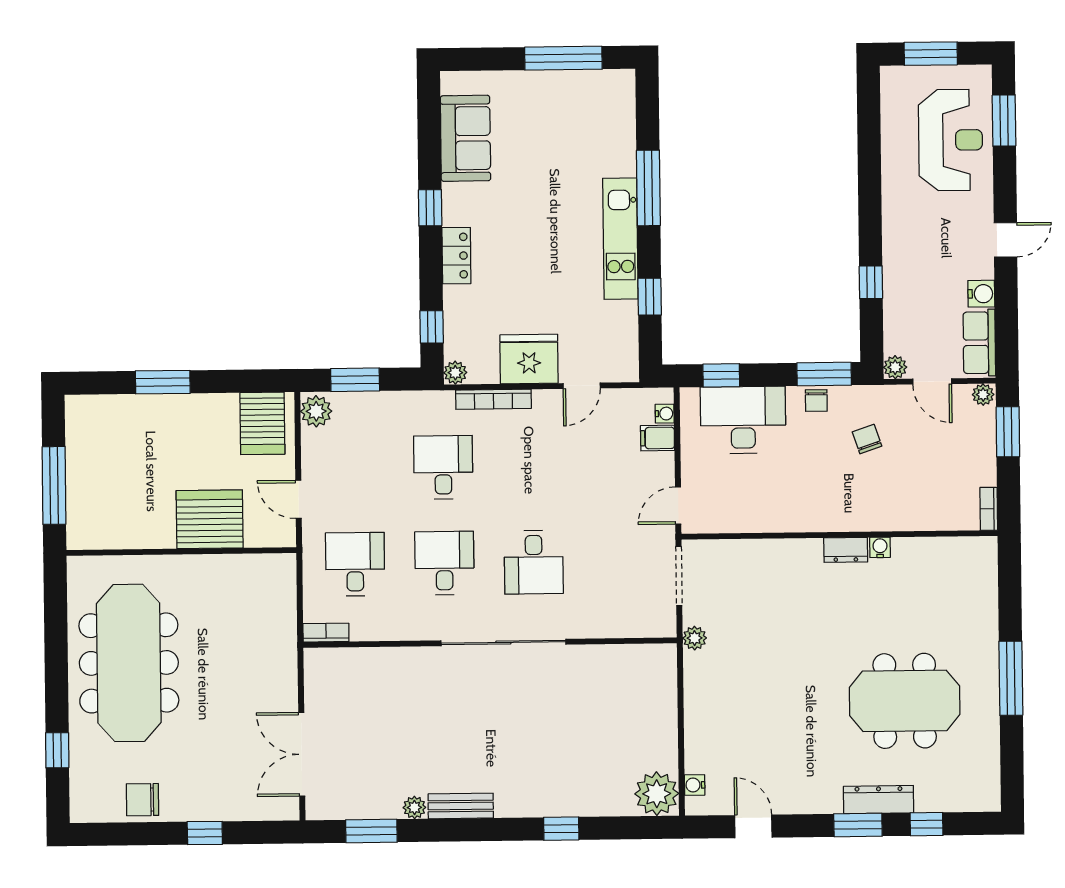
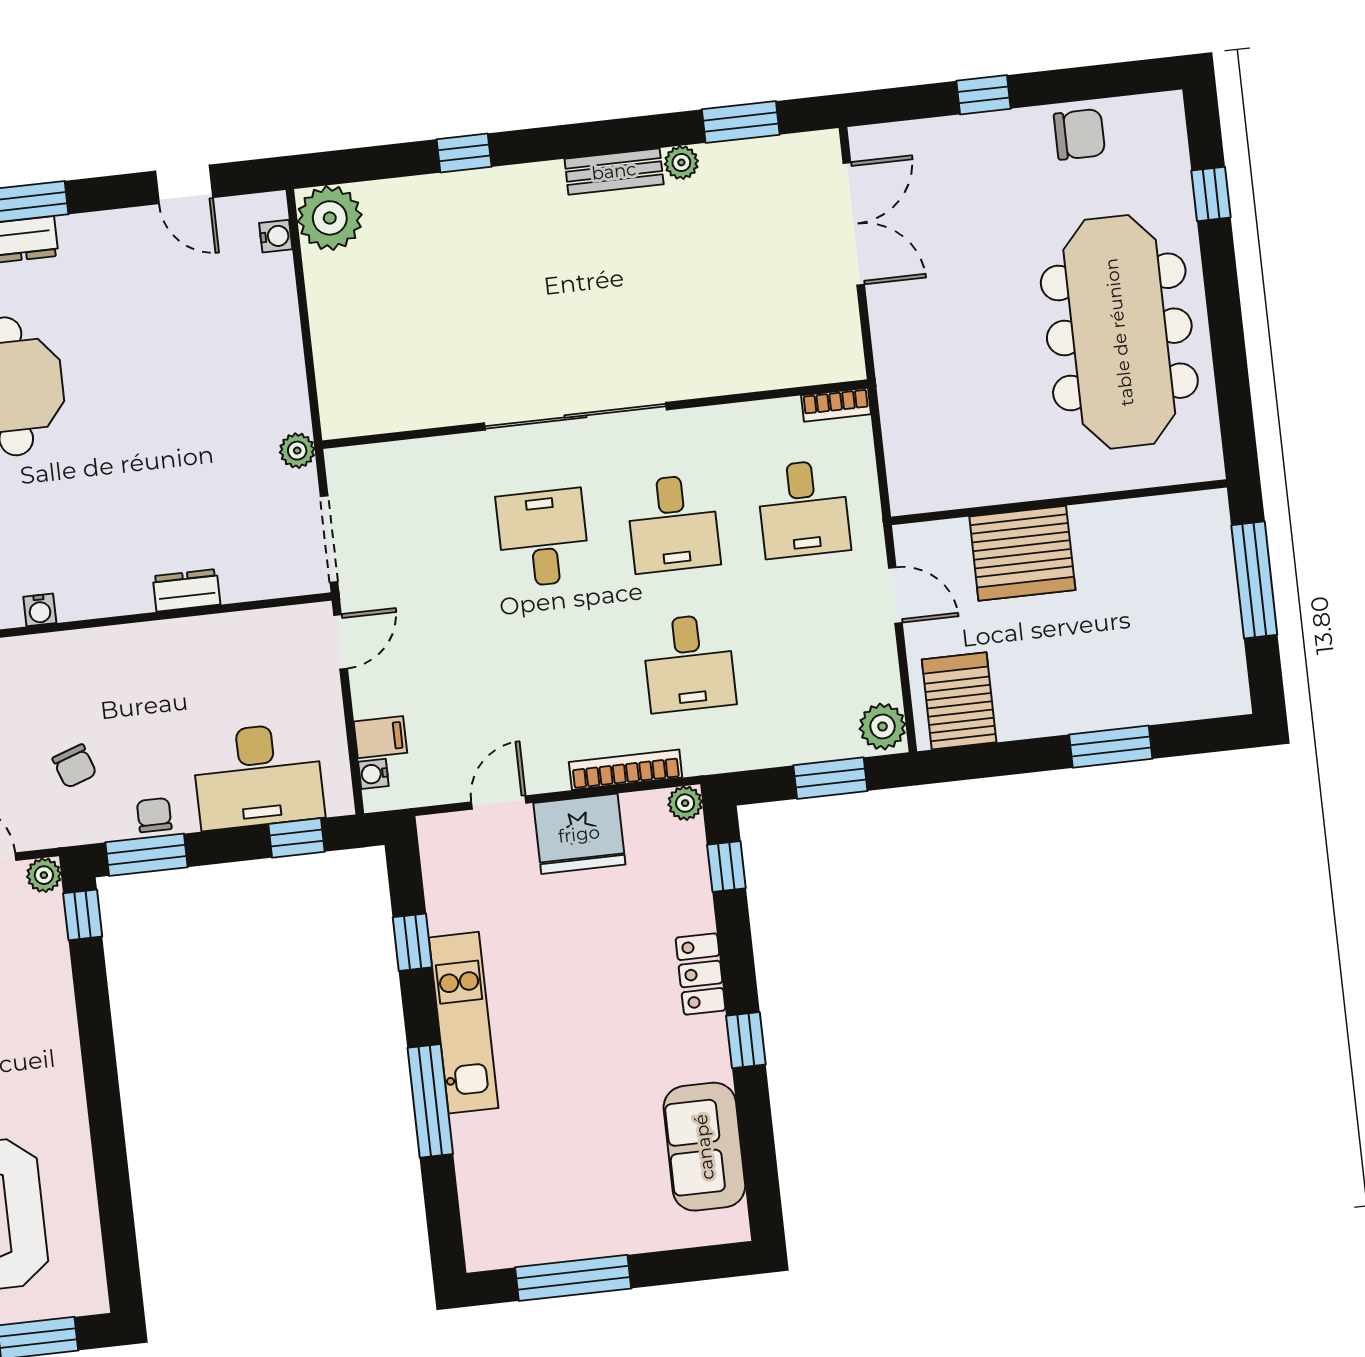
window: (871, 282) -> (83, 915), moved
dresser: (846, 550) -> (186, 590), moved

